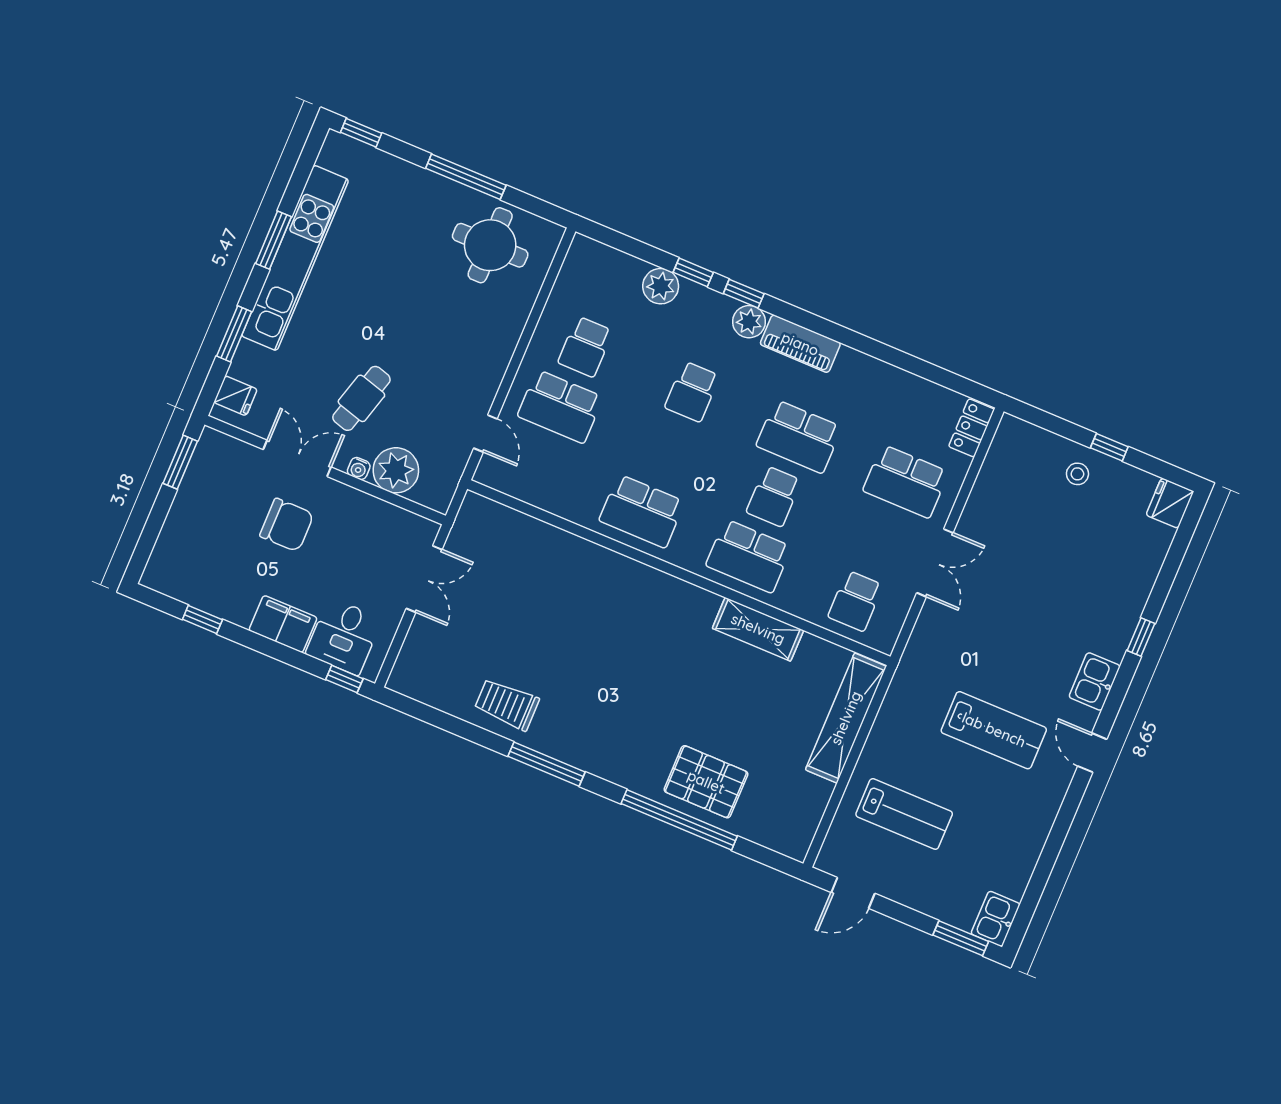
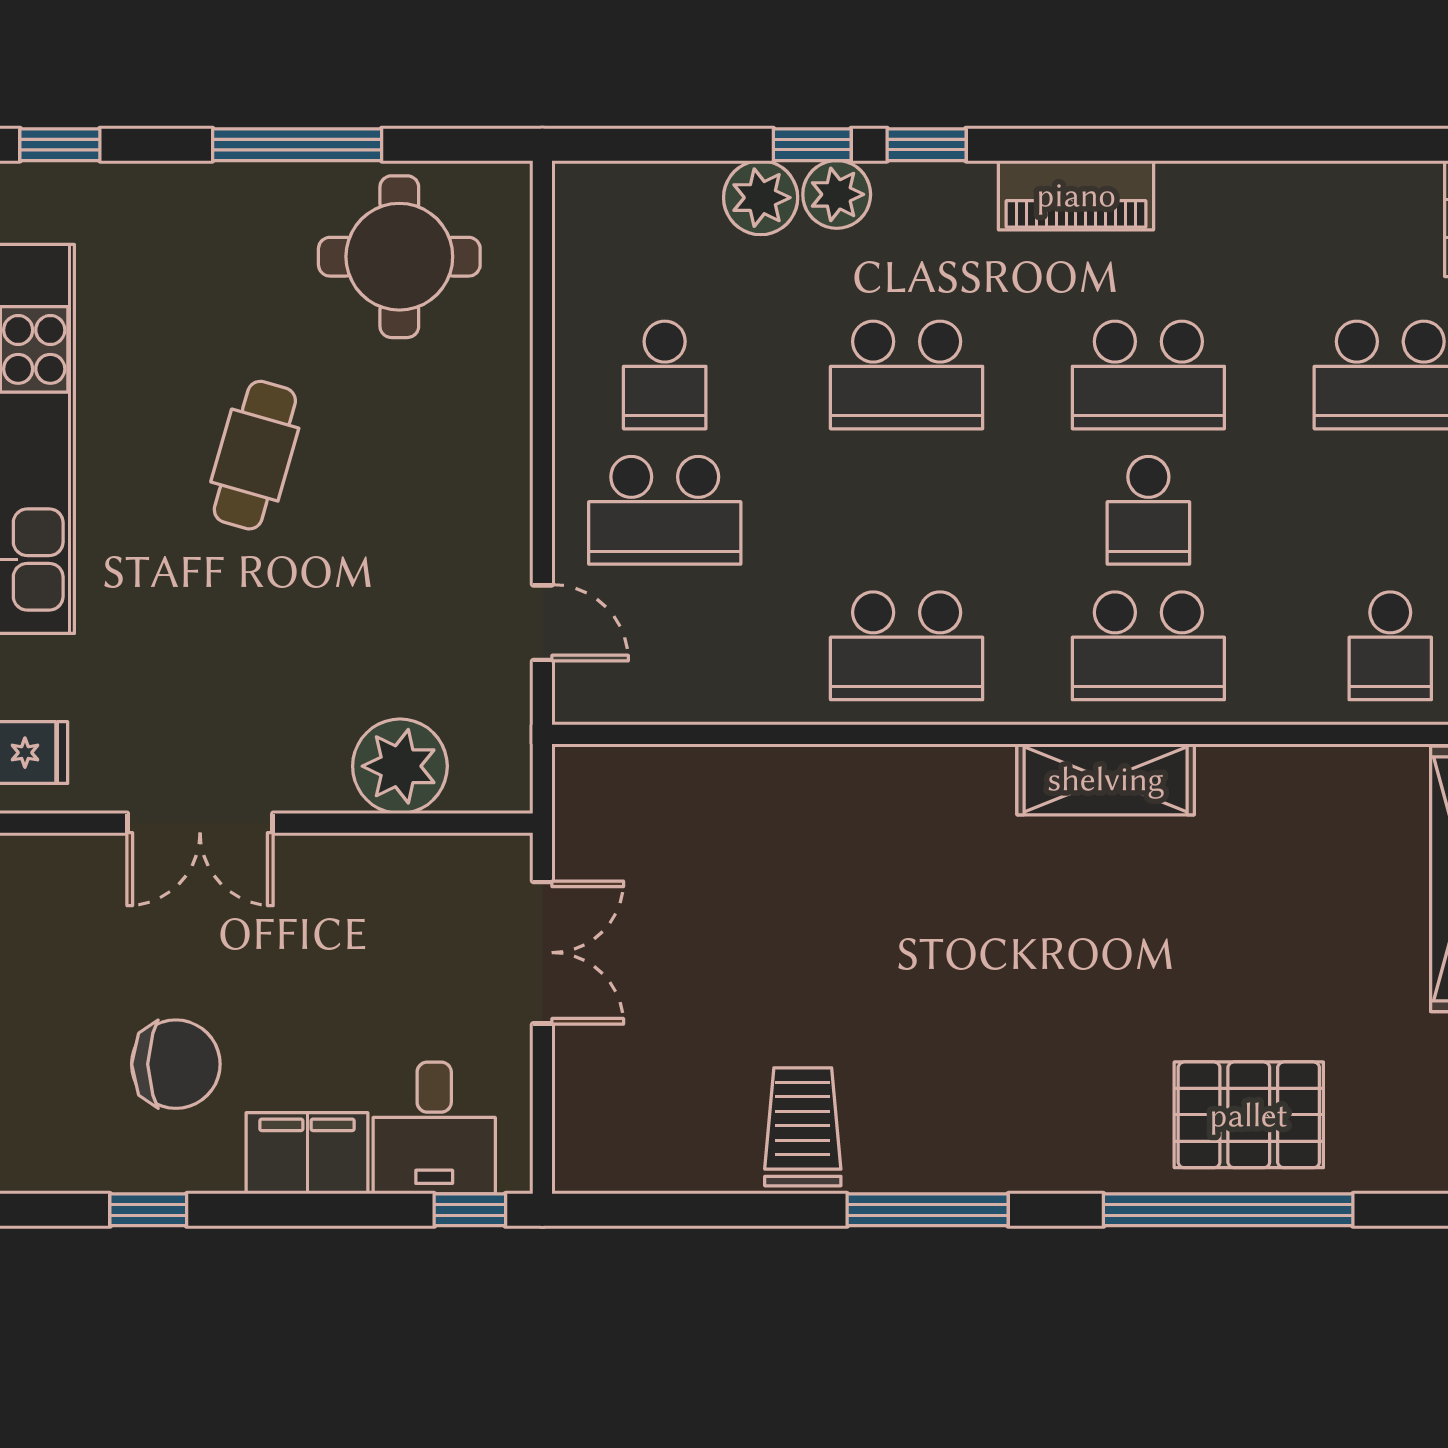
plant: (749, 322) -> (837, 194), moved
school desk: (692, 392) -> (907, 375), width x1.85
cafe table: (361, 398) -> (255, 455), moved
double door: (297, 458) -> (200, 823), swing flipped
water cooler: (359, 469) -> (327, 793), removed
chair: (287, 525) -> (176, 1064), moved
shelving: (758, 629) -> (1106, 779), moved
trolley: (507, 704) -> (803, 1127), turned 90

